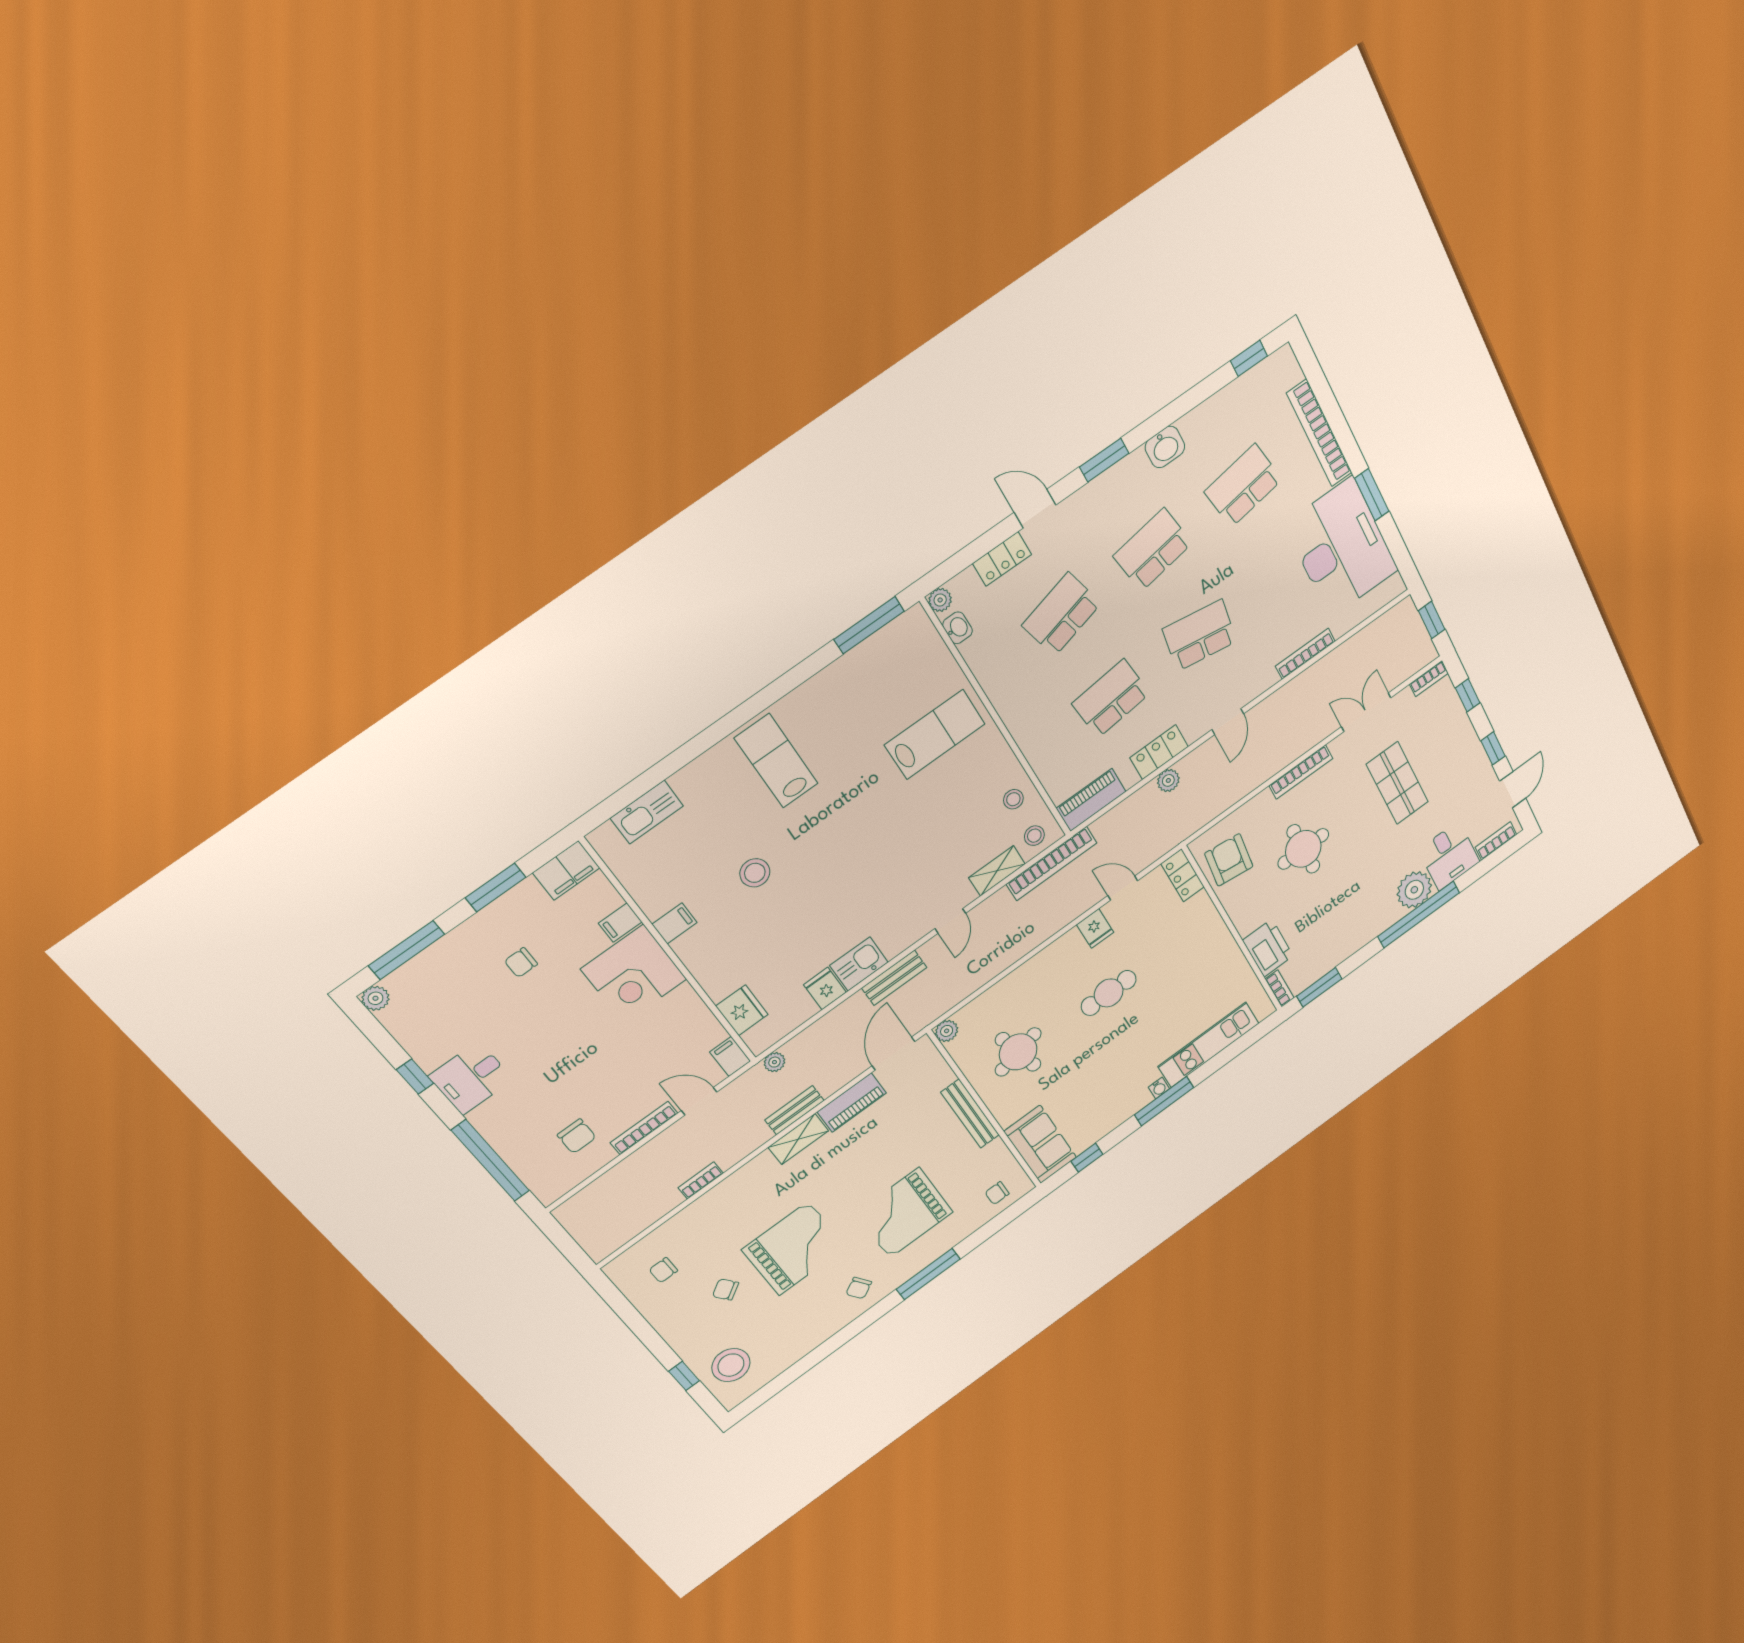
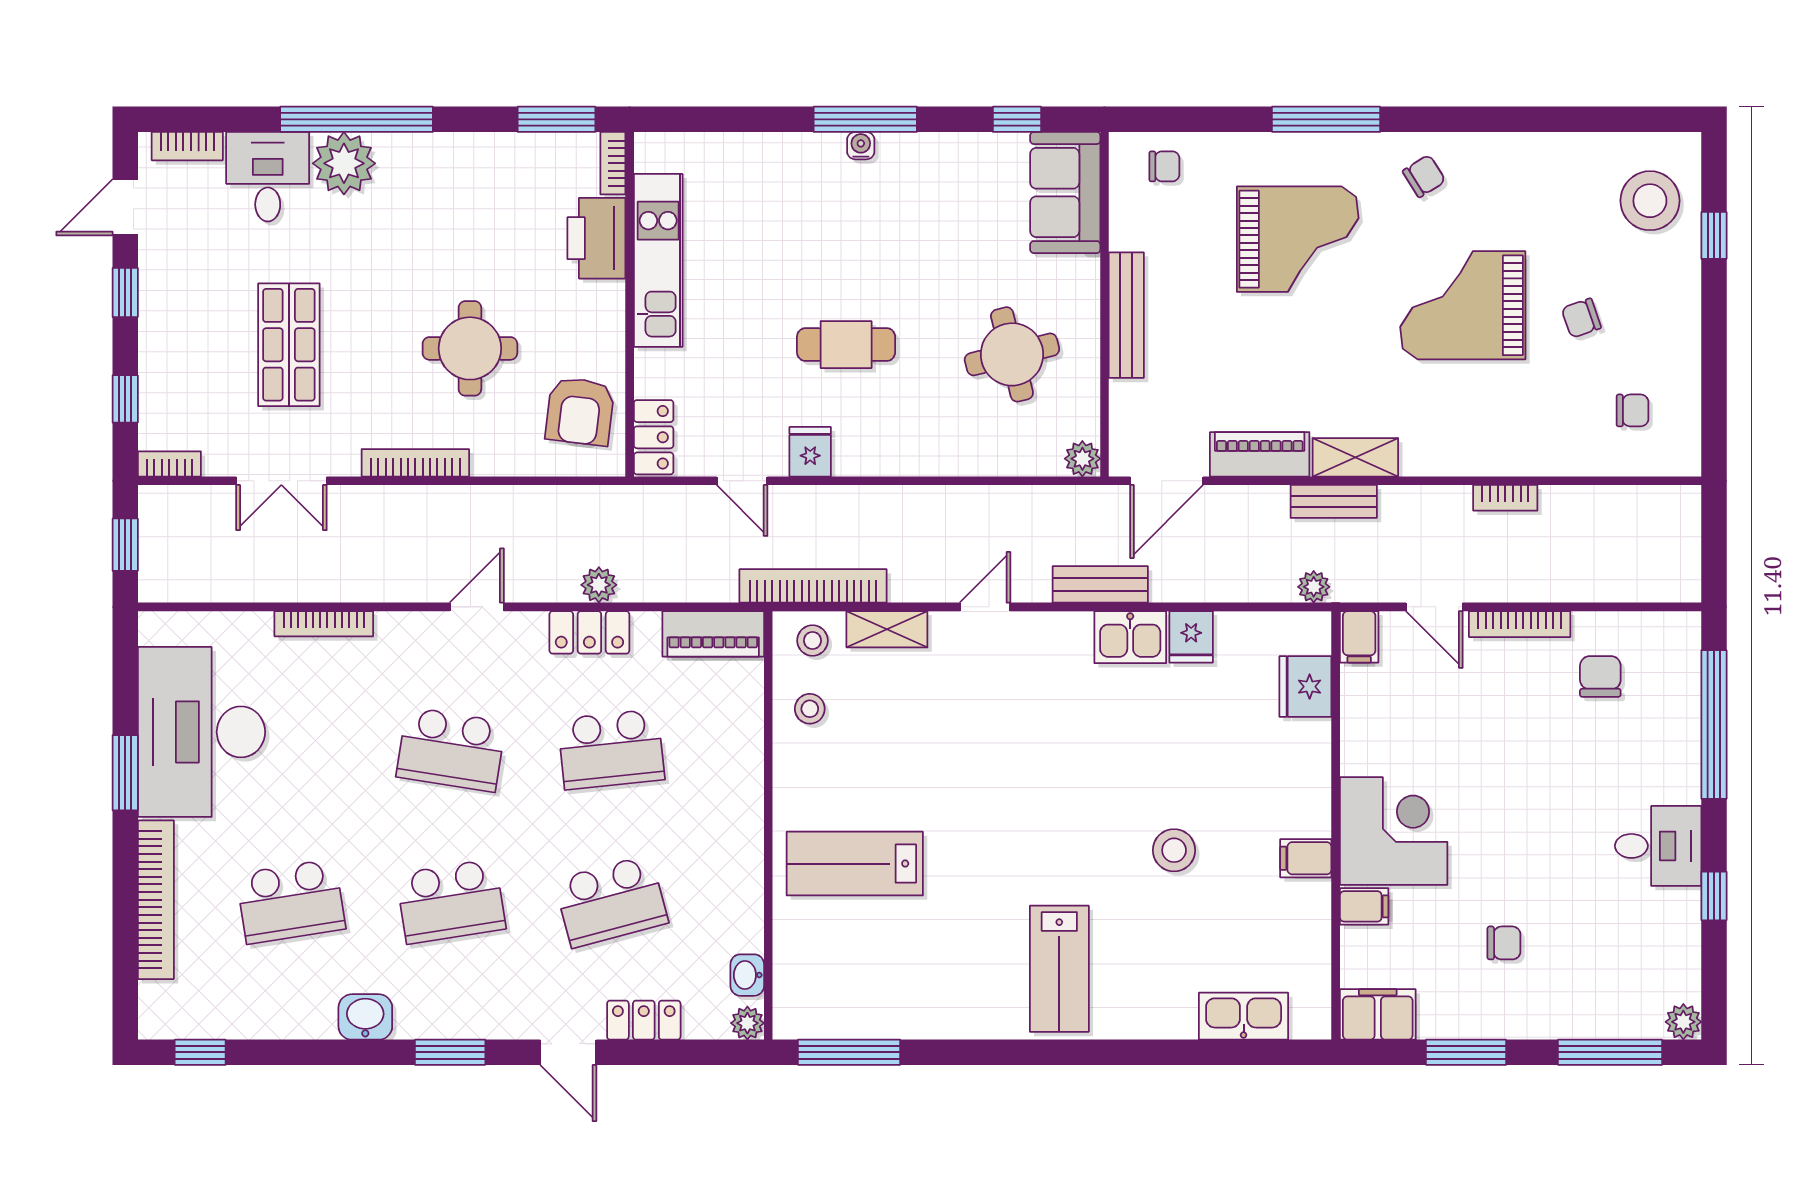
kitchen unit: (1209, 1045) -> (658, 260), moved, turned -90
chair: (726, 1289) -> (1581, 318), turned 106

